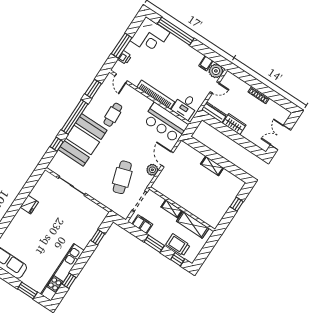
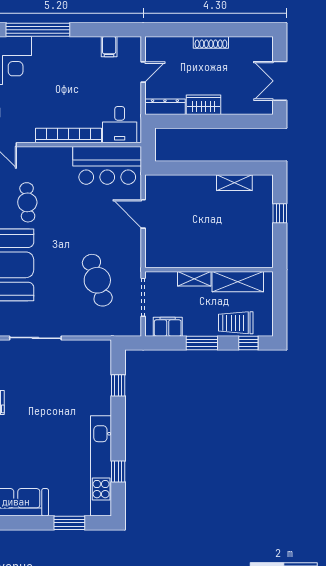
plant: (216, 71) -> (130, 48), removed
shelving: (212, 166) -> (234, 183), moved
plant: (152, 170) -> (132, 242), removed

